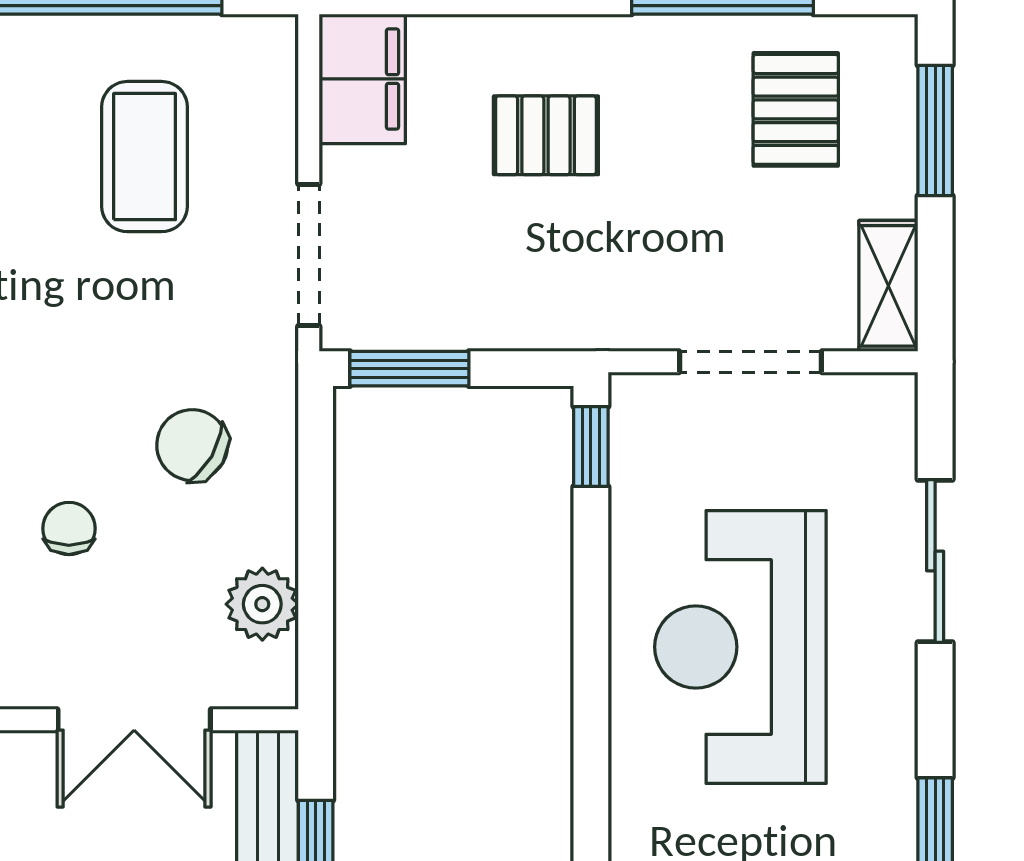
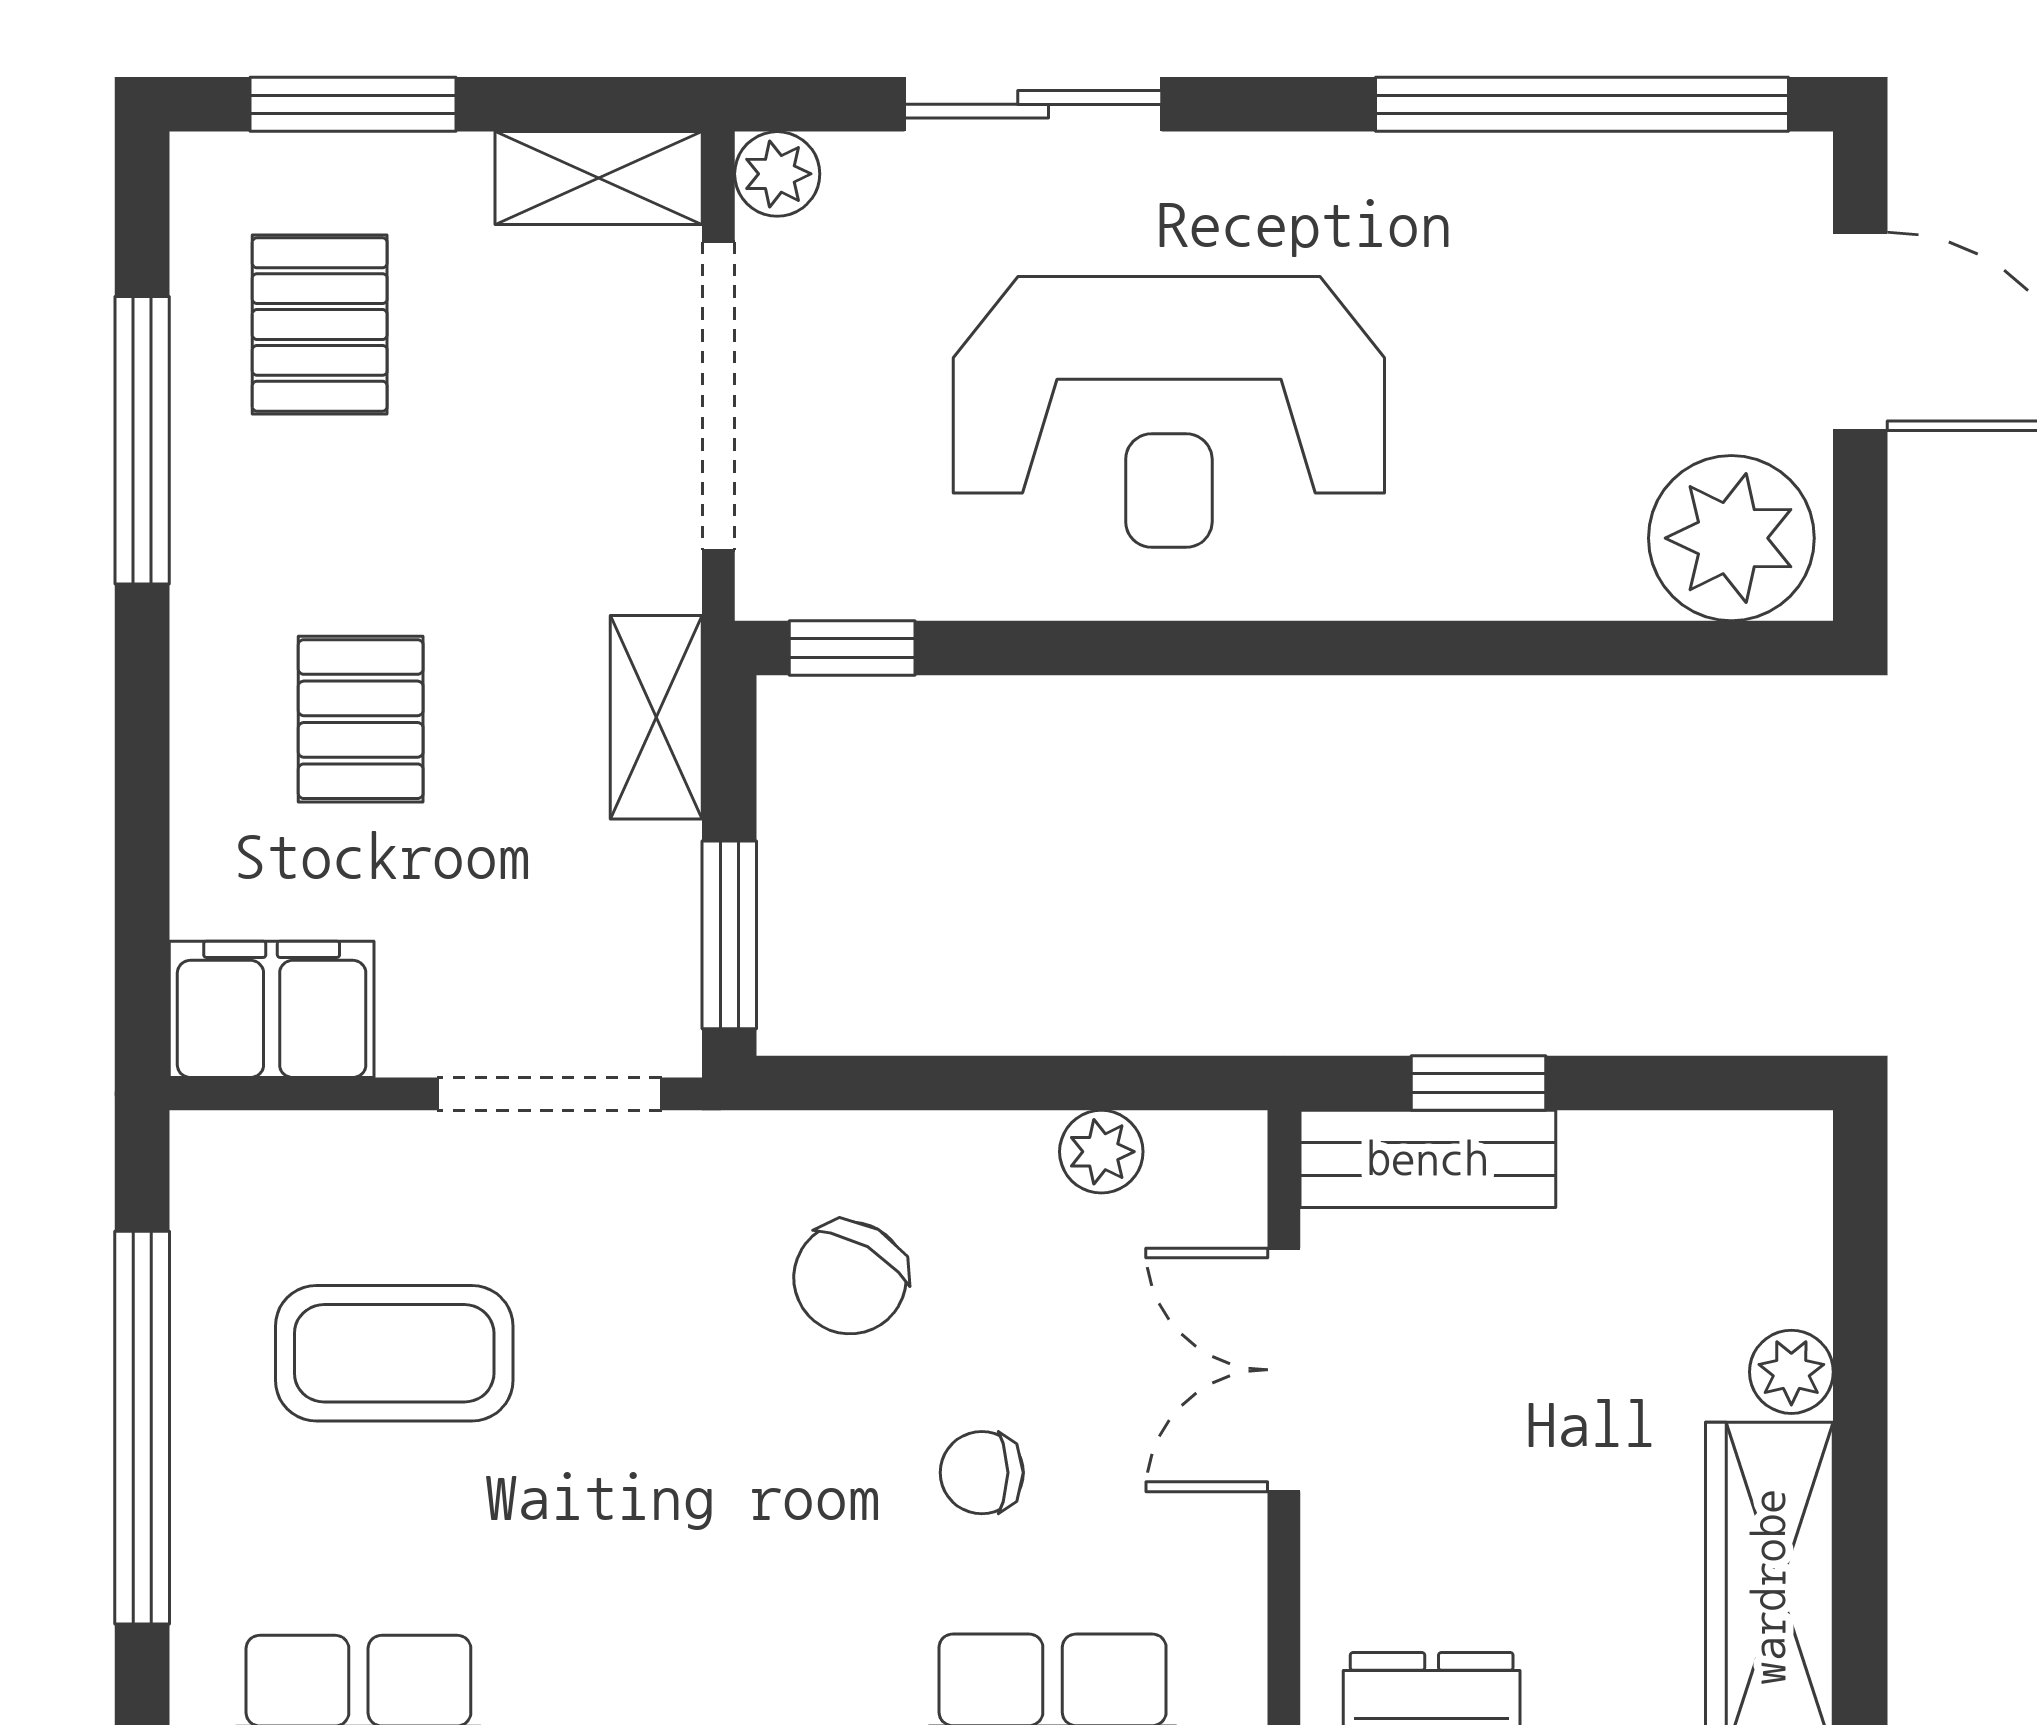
pallet: (796, 109) -> (320, 325), turned 90
shelving: (547, 322) -> (656, 717), added
doorway: (751, 362) -> (718, 396), width x1.36
plant: (891, 399) -> (777, 174), added
plant: (262, 604) -> (1101, 1152), width x0.73, depth x0.73
double door: (134, 720) -> (1284, 1370), swing flipped

